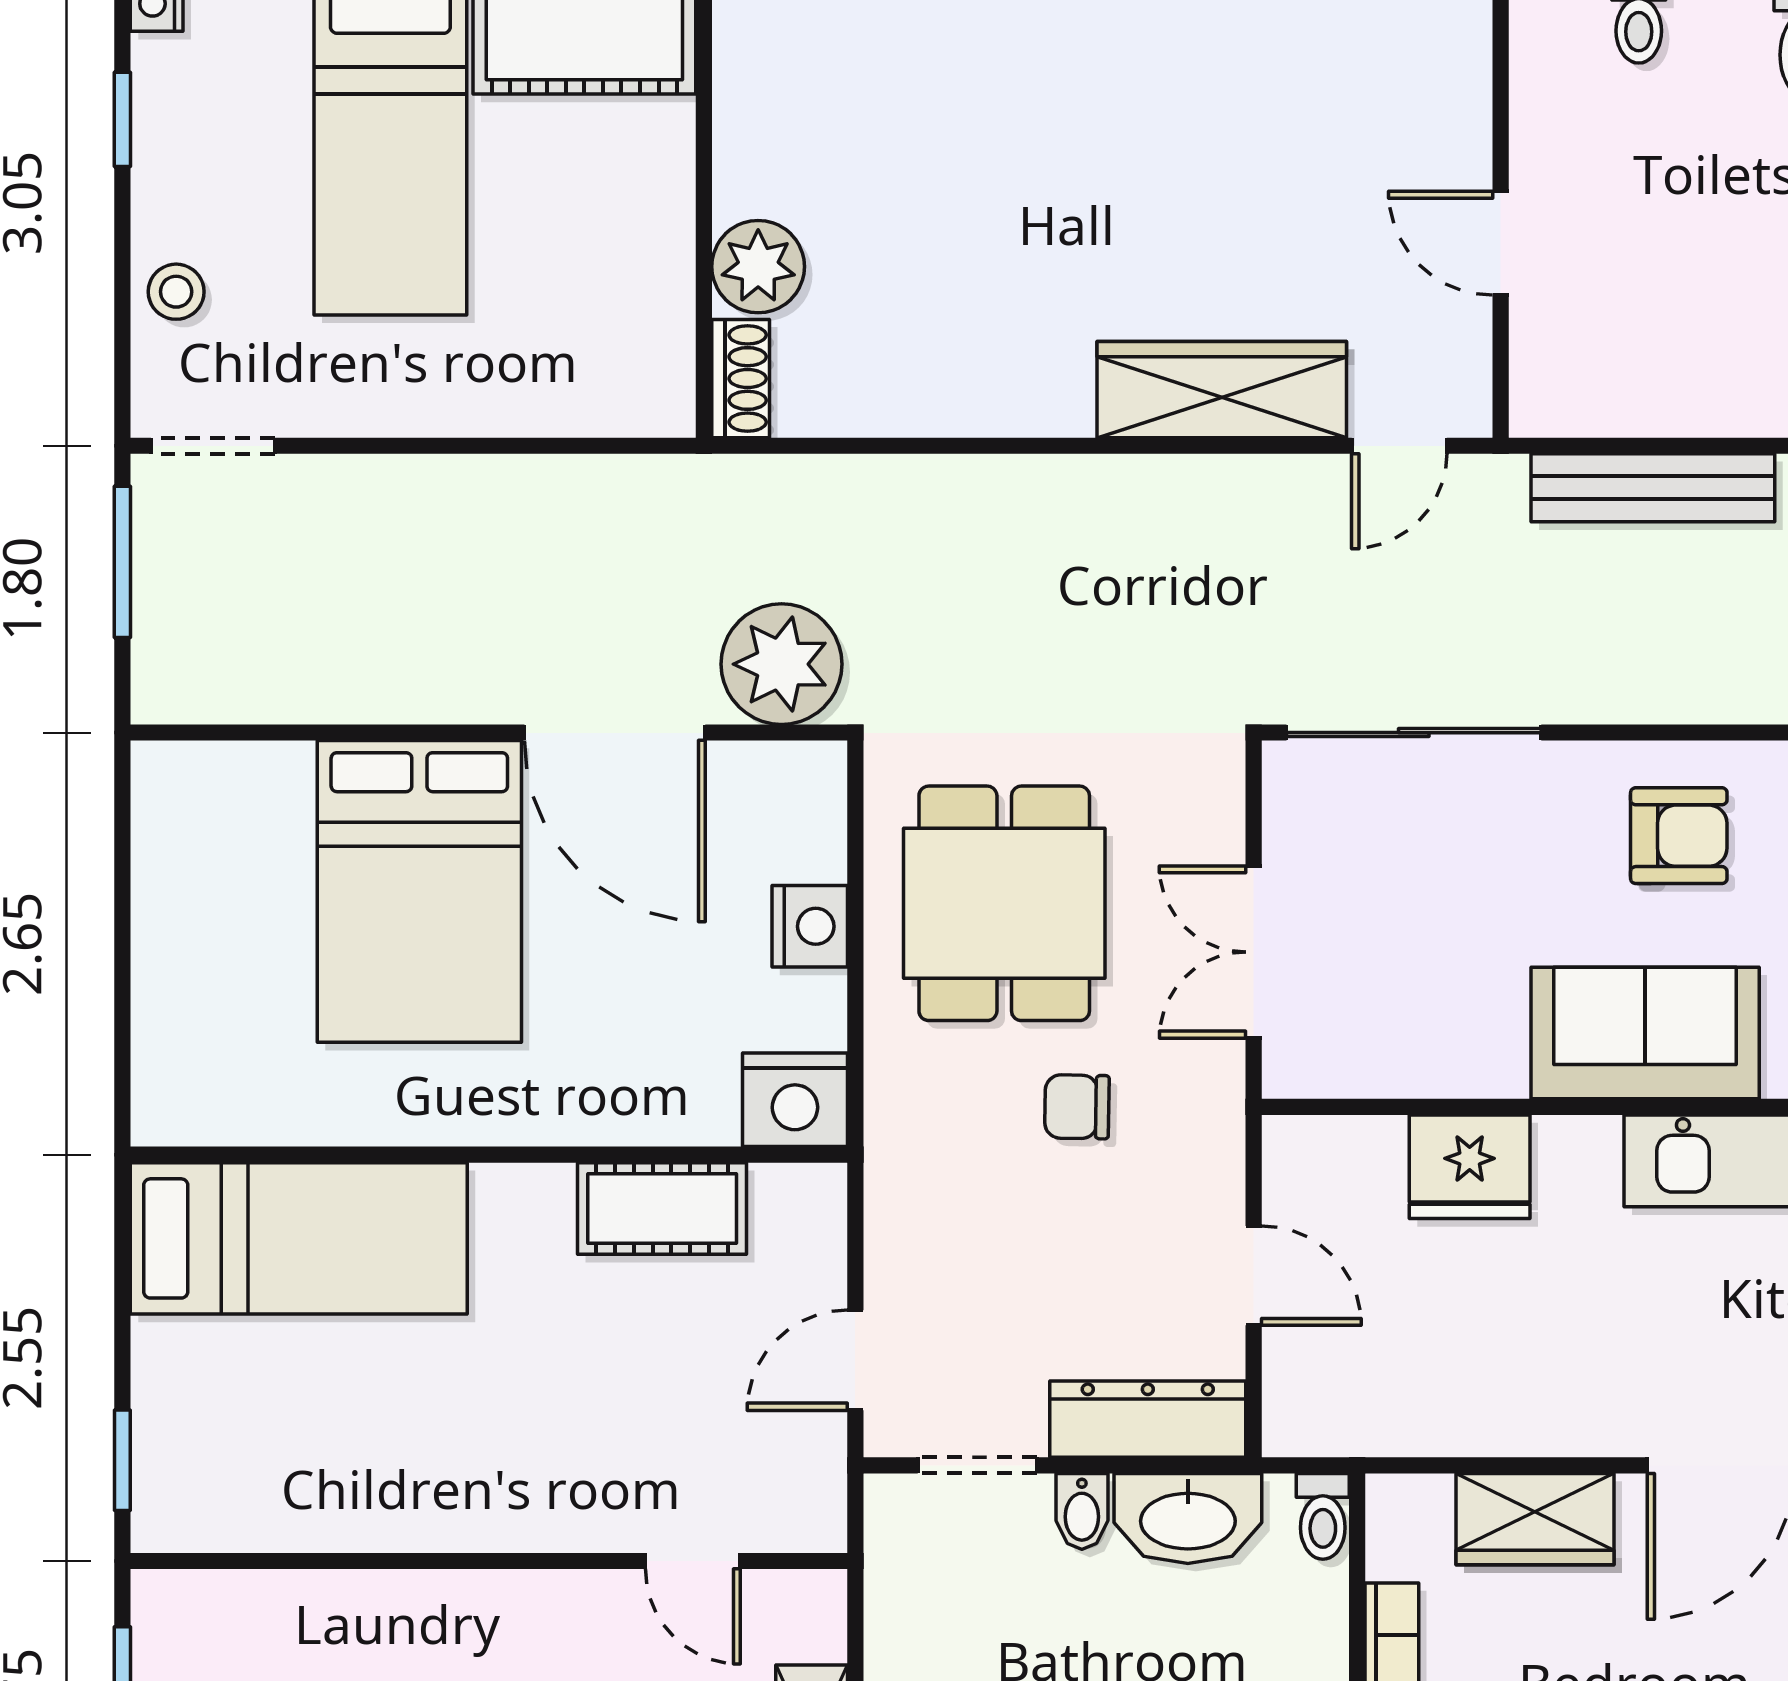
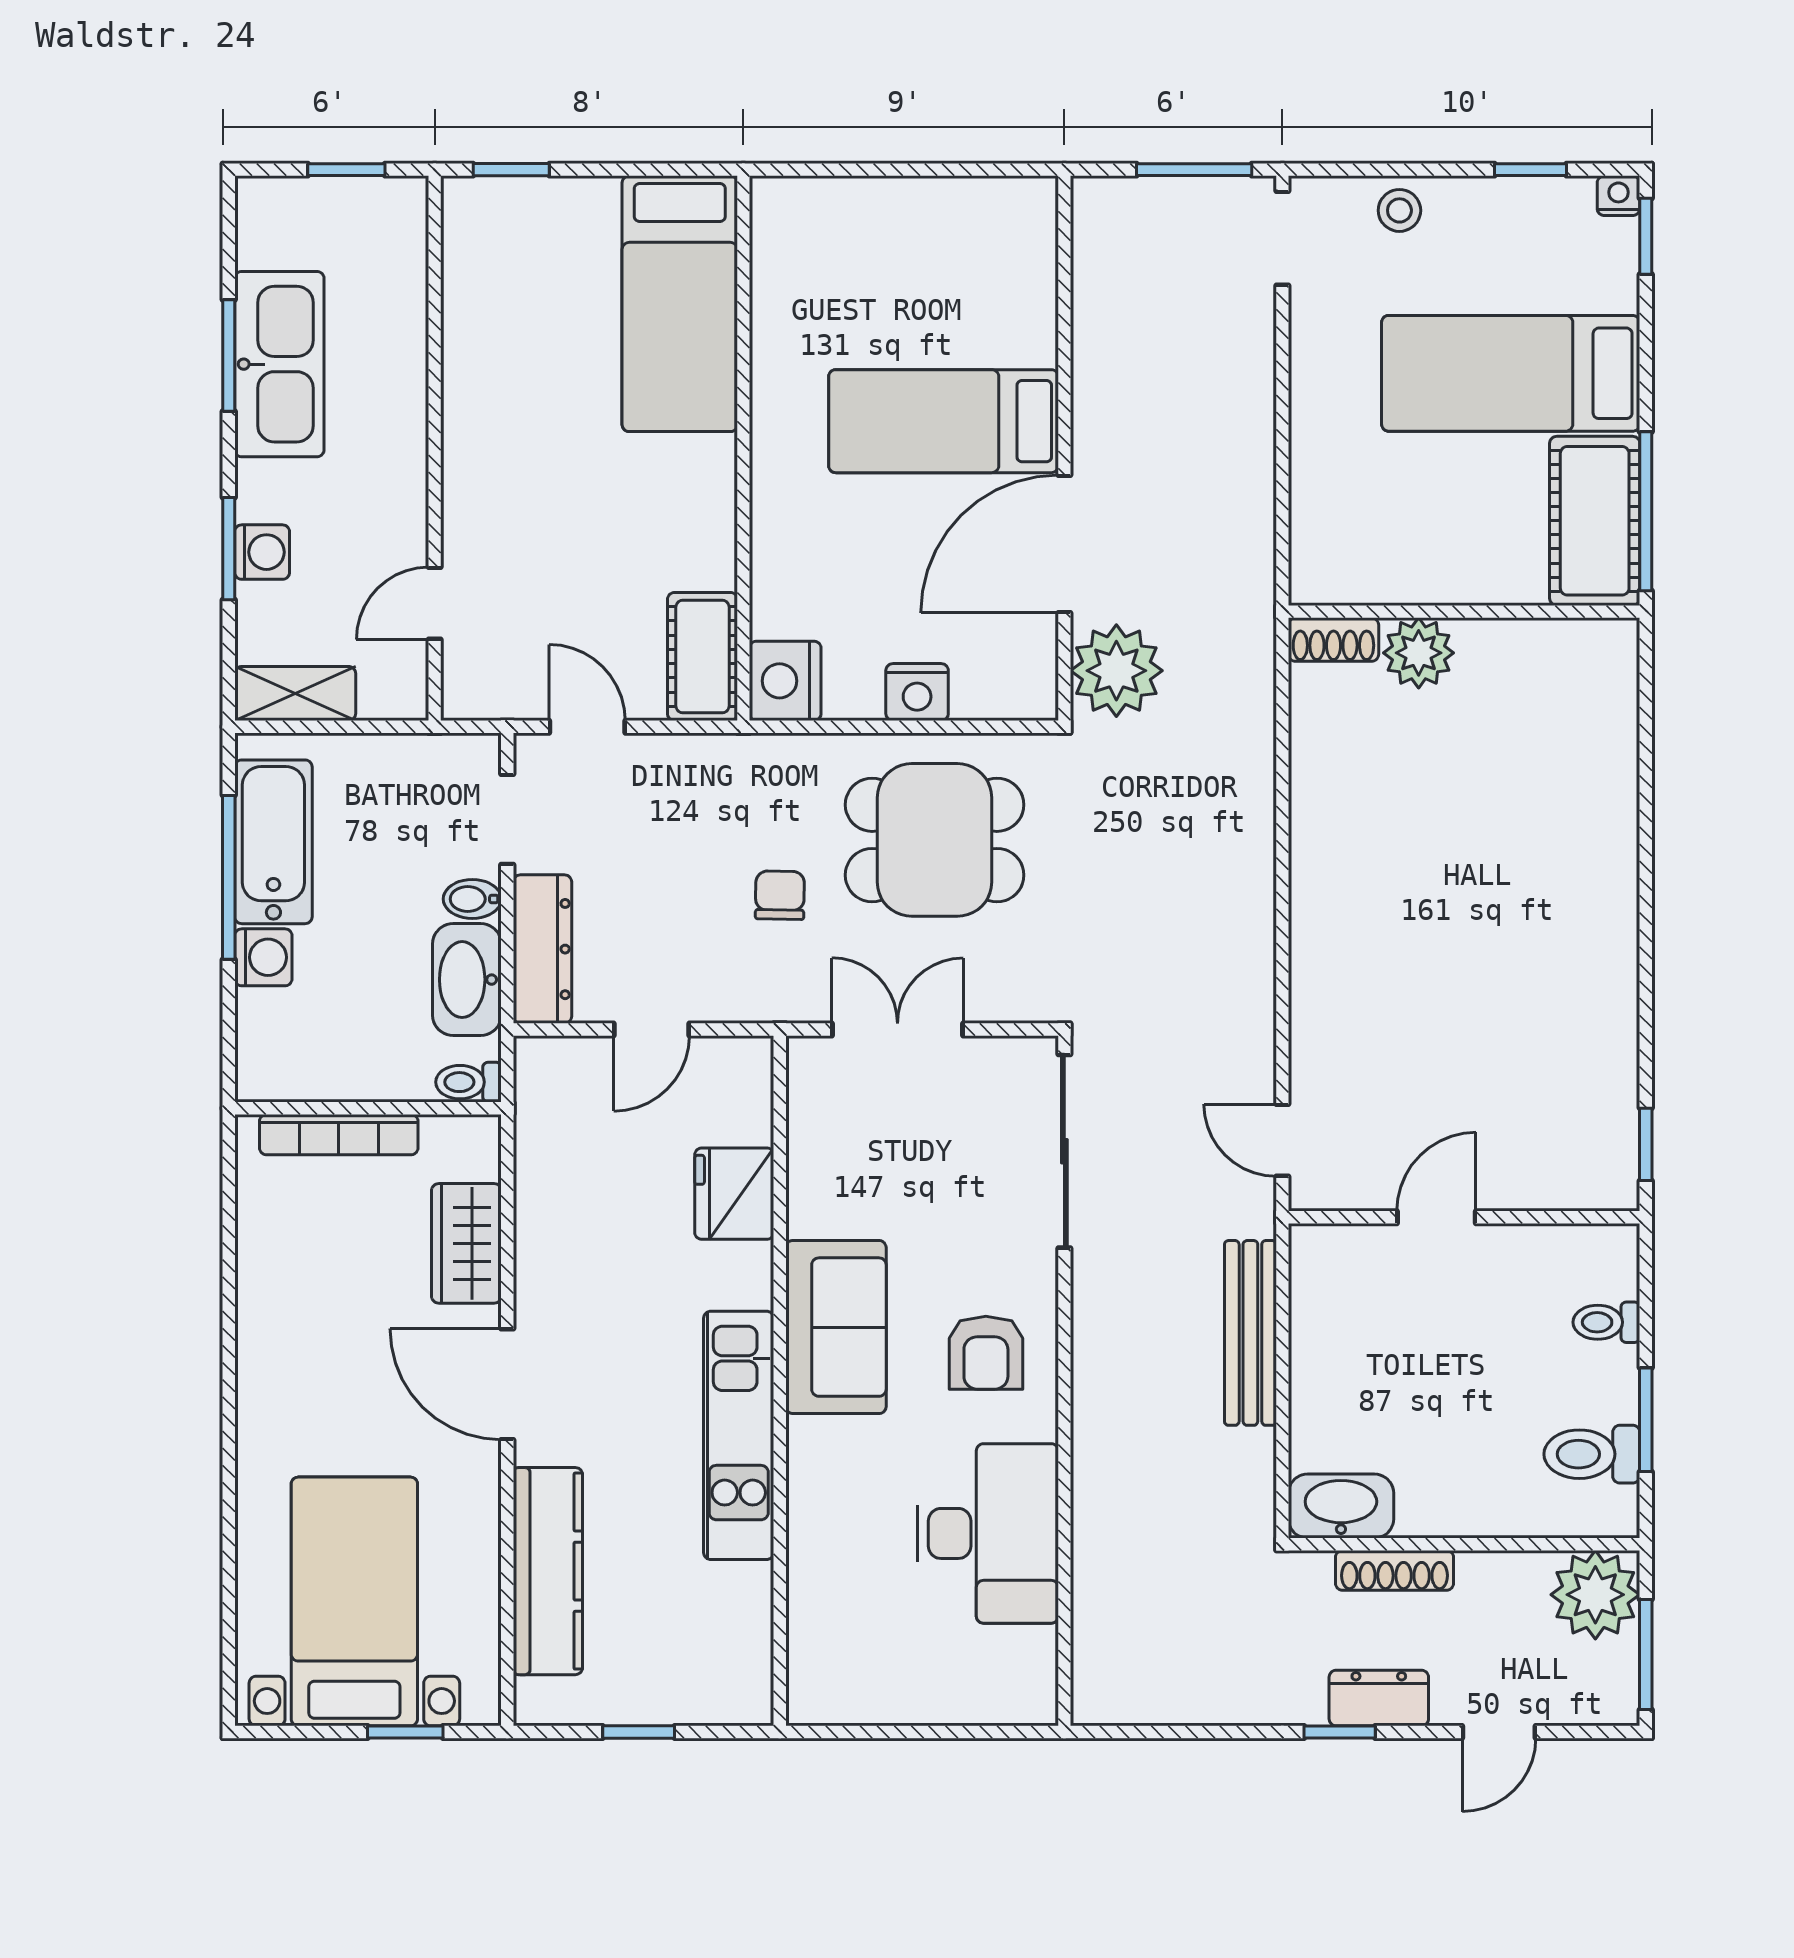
wardrobe: (1222, 390) -> (1325, 1005), removed
bed: (419, 891) -> (944, 421), width x0.67
cot: (662, 1209) -> (702, 657), moved

